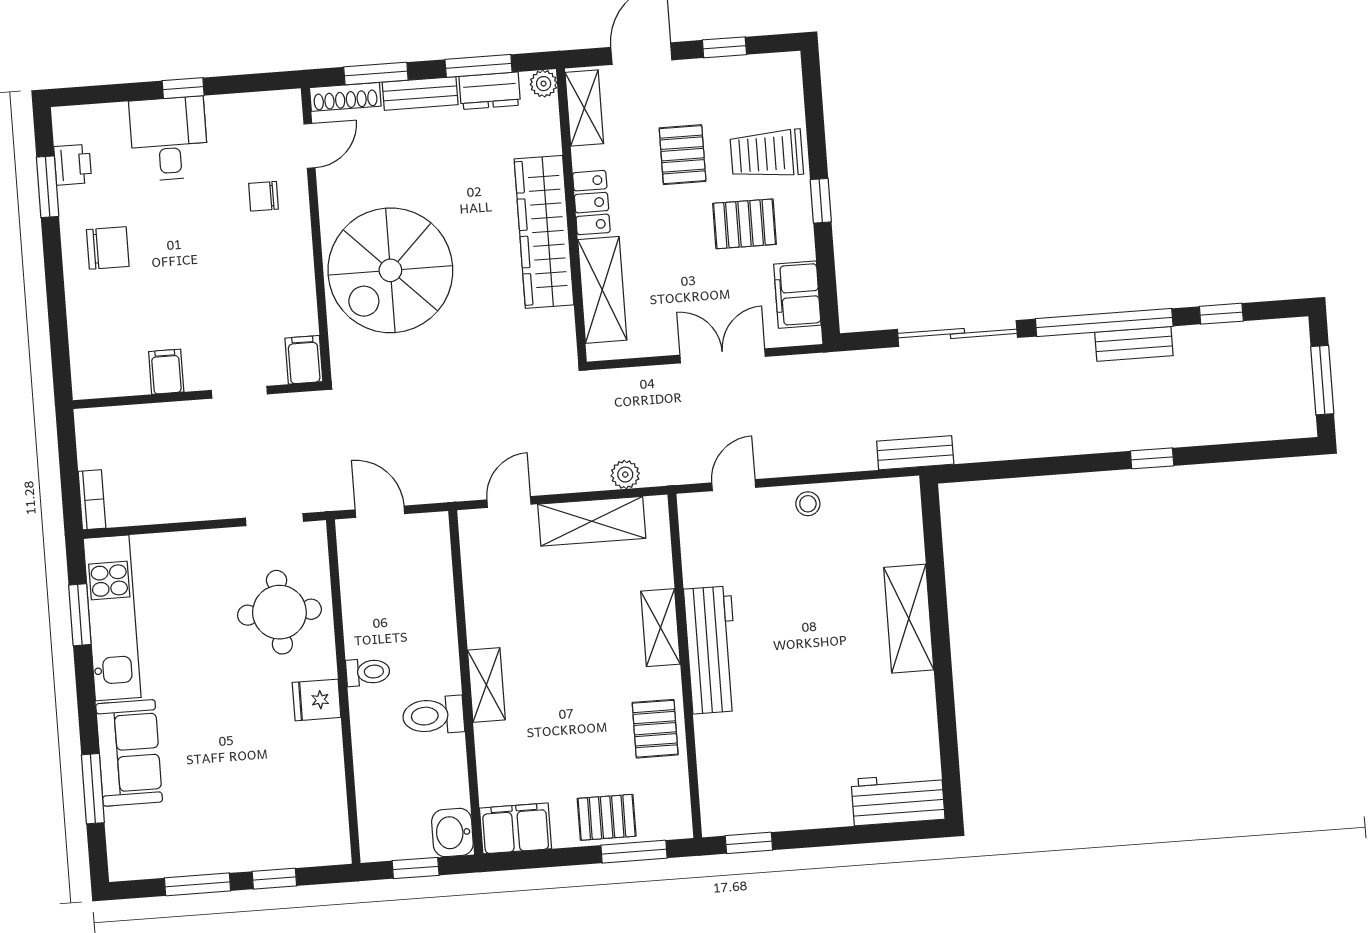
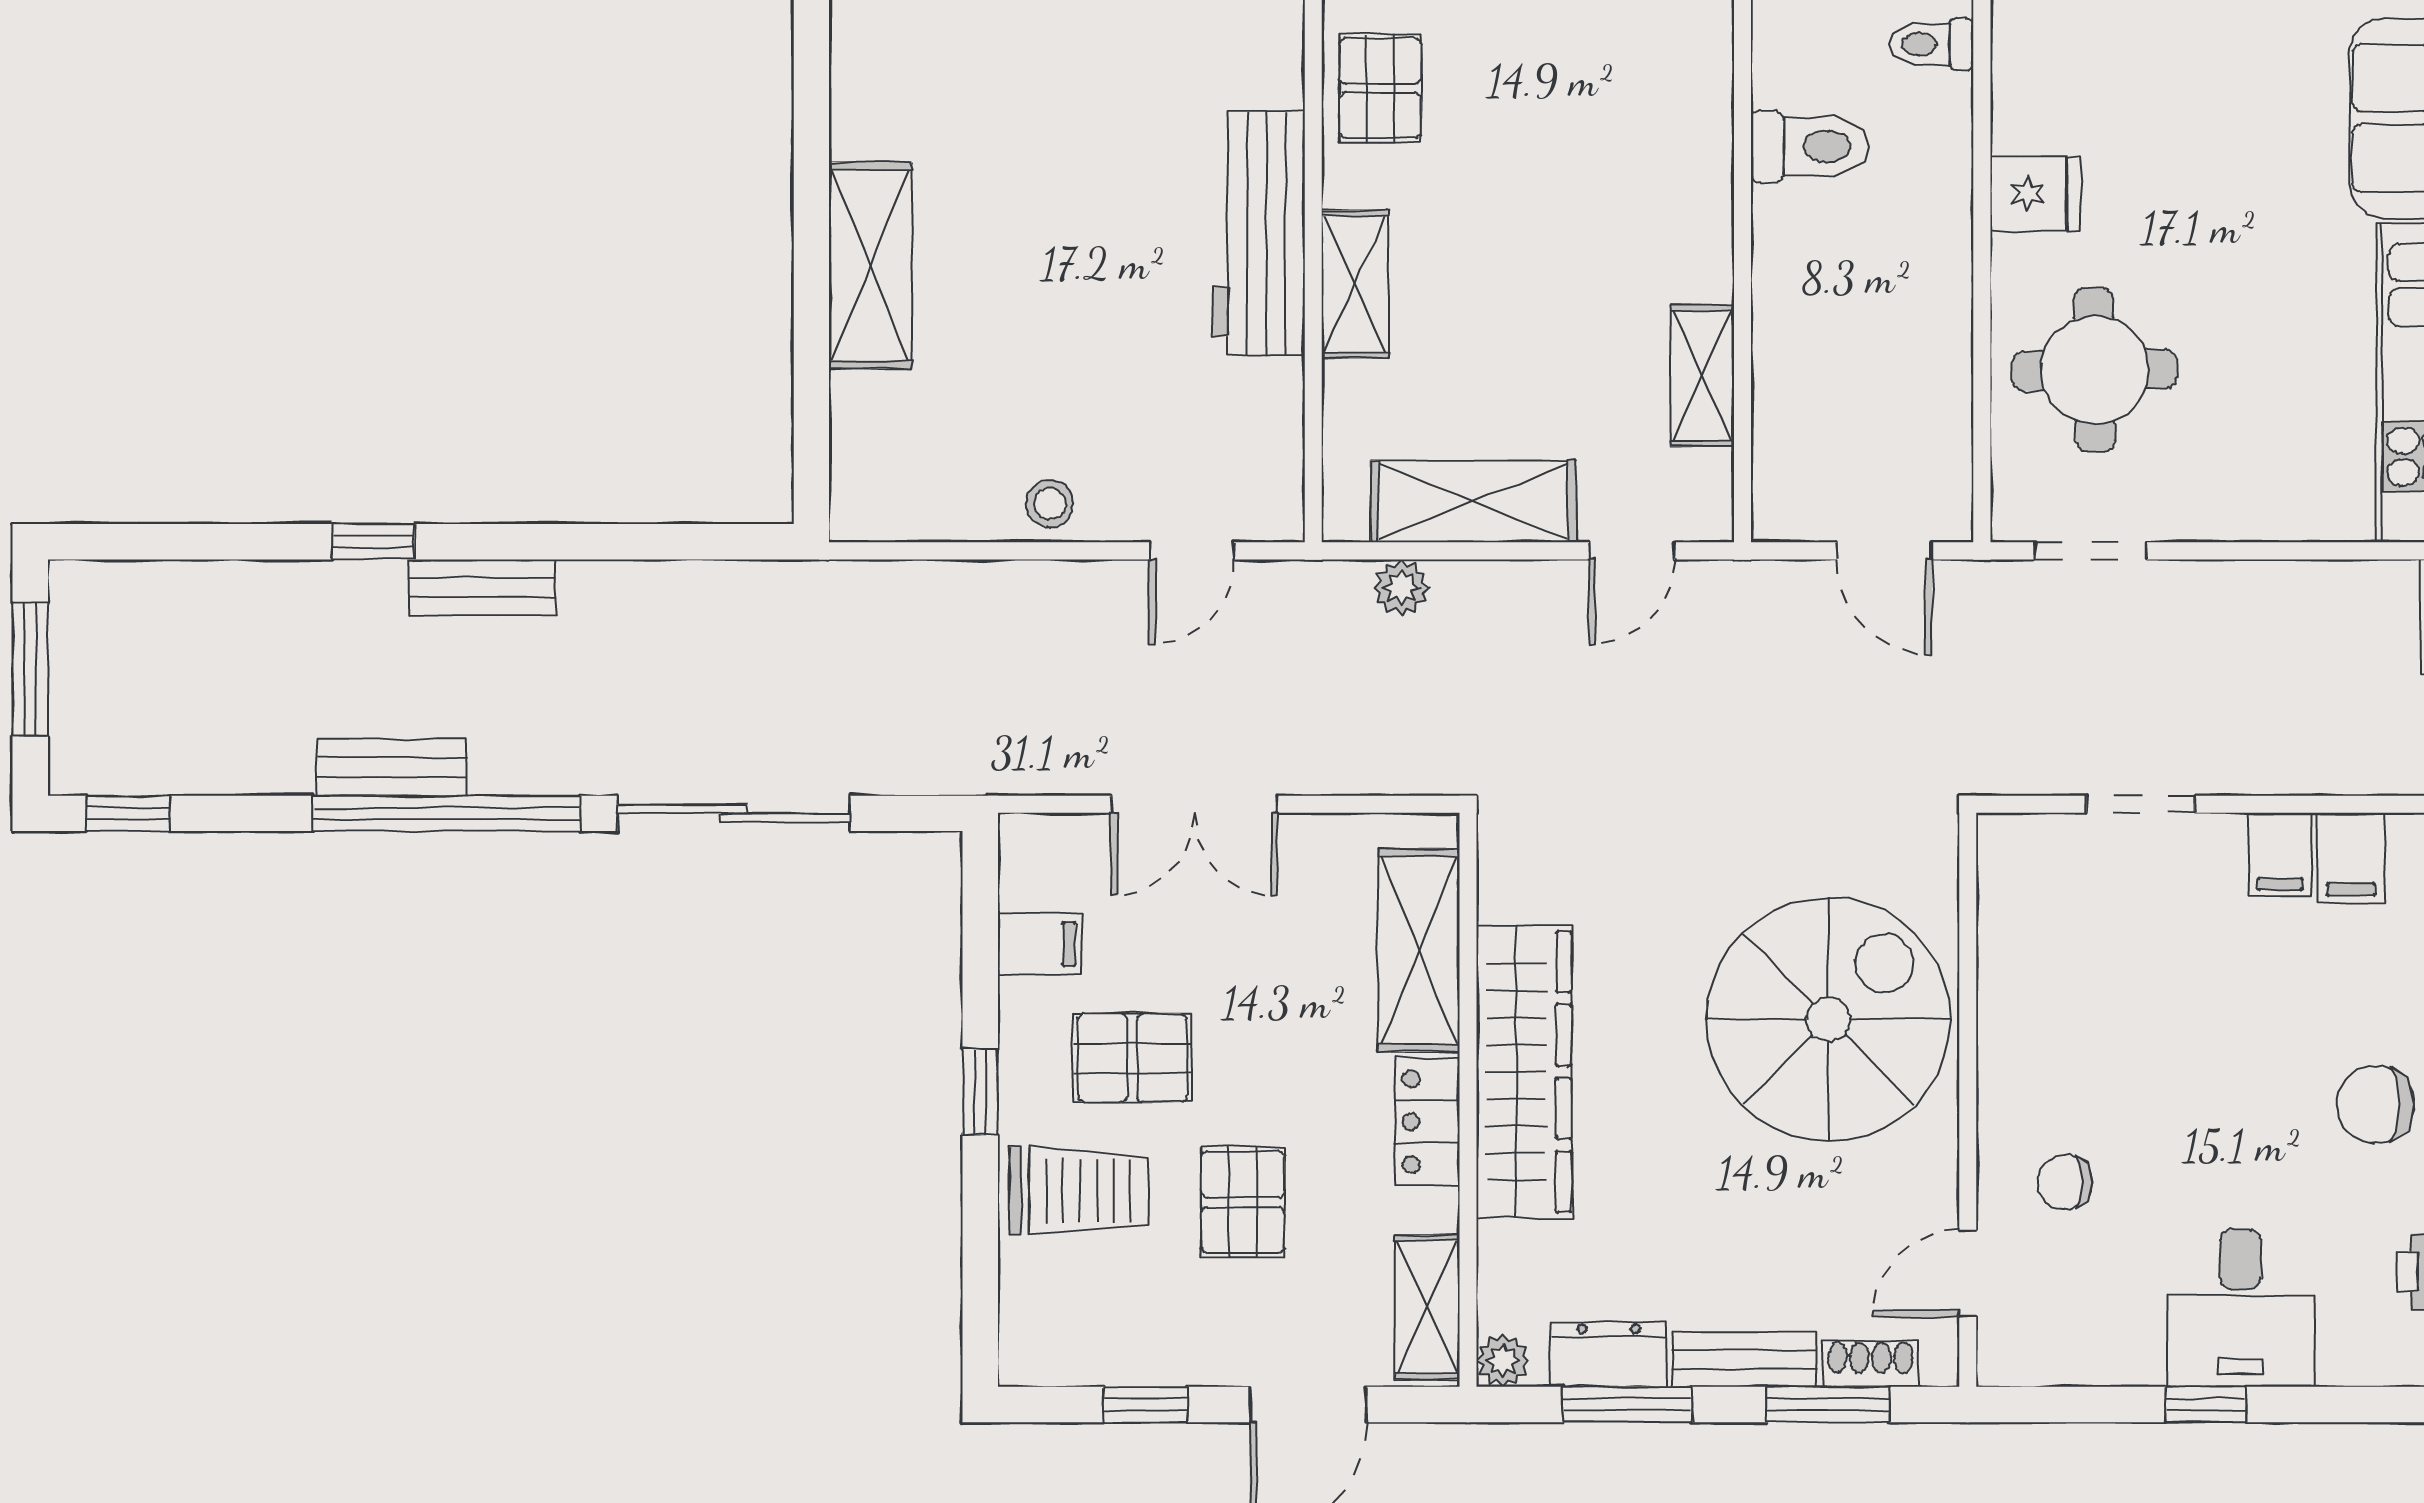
shoe rack: (345, 97) -> (1870, 1364), width x0.70
chair: (264, 196) -> (2065, 1182), turned 180
filing cabinet: (797, 295) -> (1040, 944), width x0.50
window: (1221, 314) -> (128, 813), moved
filing cabinet: (304, 360) -> (2351, 858), moved
bench: (915, 453) -> (482, 587), moved
toilet: (368, 672) -> (1931, 44), moved
shelving: (486, 685) -> (1702, 375), moved

